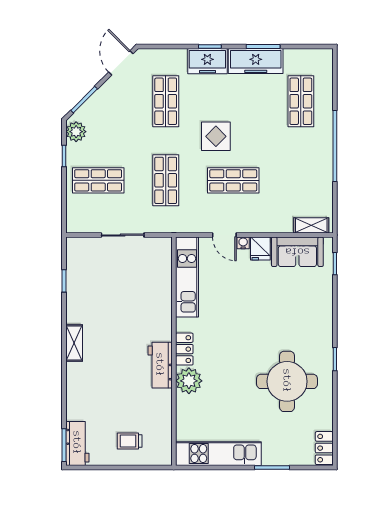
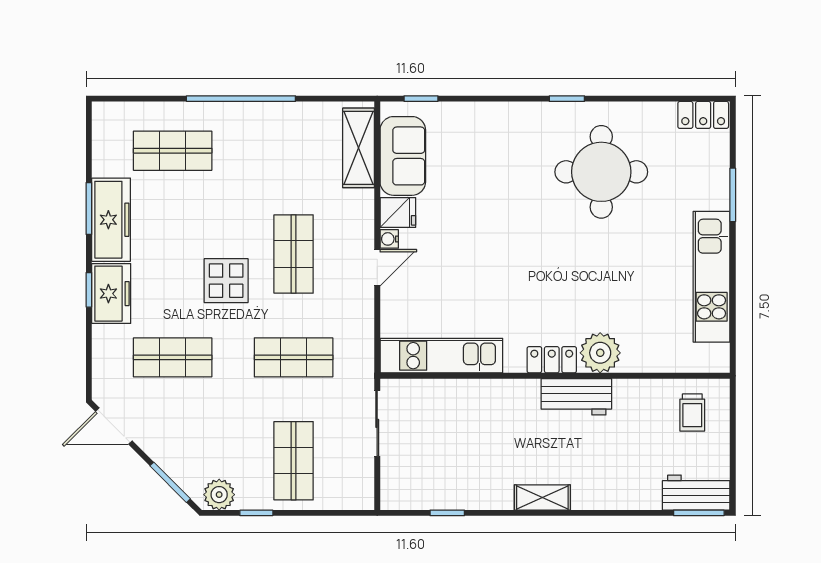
shelving: (311, 225) -> (359, 148), width x1.50, depth x1.33
kitchen unit: (187, 277) -> (441, 356), moved
locker: (184, 349) -> (552, 360), moved
wall: (174, 351) -> (555, 376), moved
workbench: (160, 365) -> (576, 397), moved
plant: (189, 381) -> (600, 353), moved

